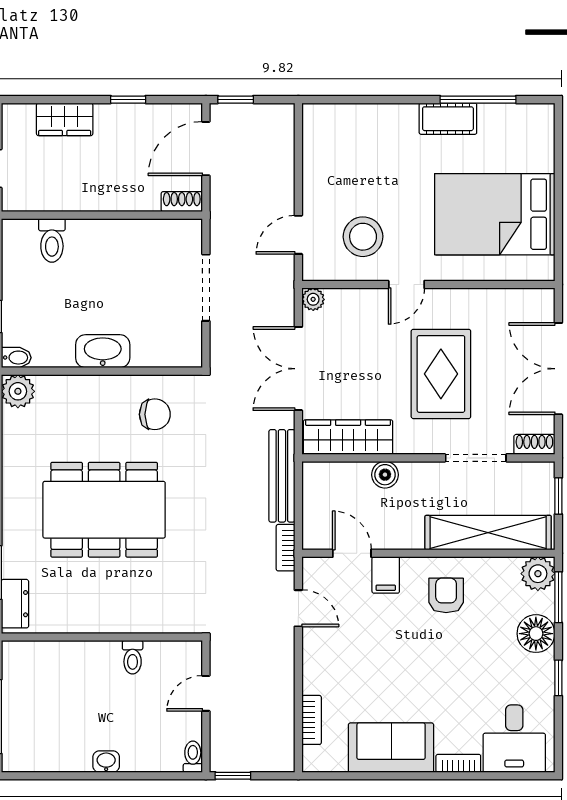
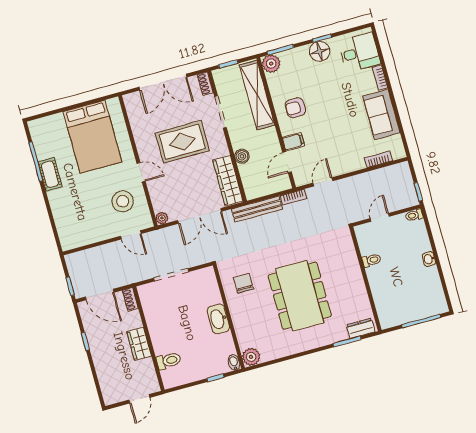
wardrobe: (65, 119) -> (139, 344), moved, turned 180
floor lamp: (536, 634) -> (320, 51), moved
door: (206, 693) -> (380, 217), swing flipped

